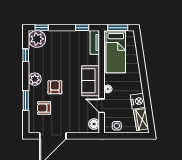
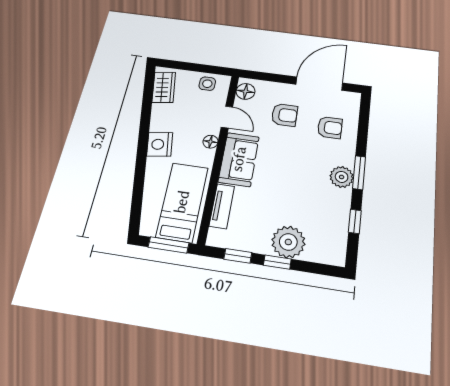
window: (42, 28) -> (277, 262), moved
plant: (37, 39) -> (288, 242), moved
tv unit: (95, 42) -> (222, 206), moved
armchair: (55, 87) -> (284, 115), moved, turned -90
window: (26, 100) -> (359, 173), moved
nightstand: (138, 101) -> (160, 144), moved

